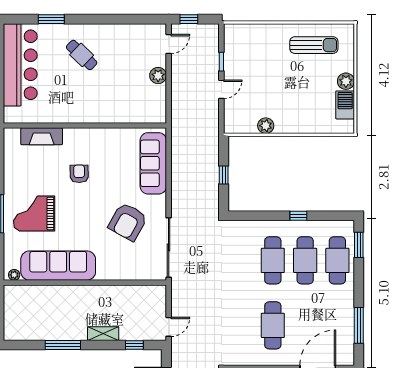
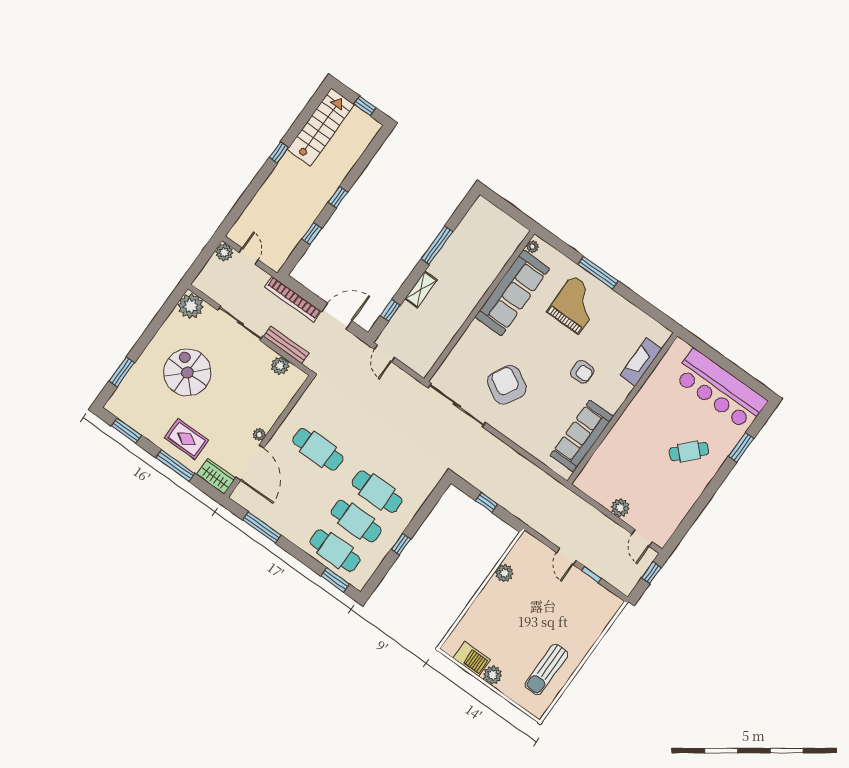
sofa: (153, 163) -> (582, 436), moved, turned -90

